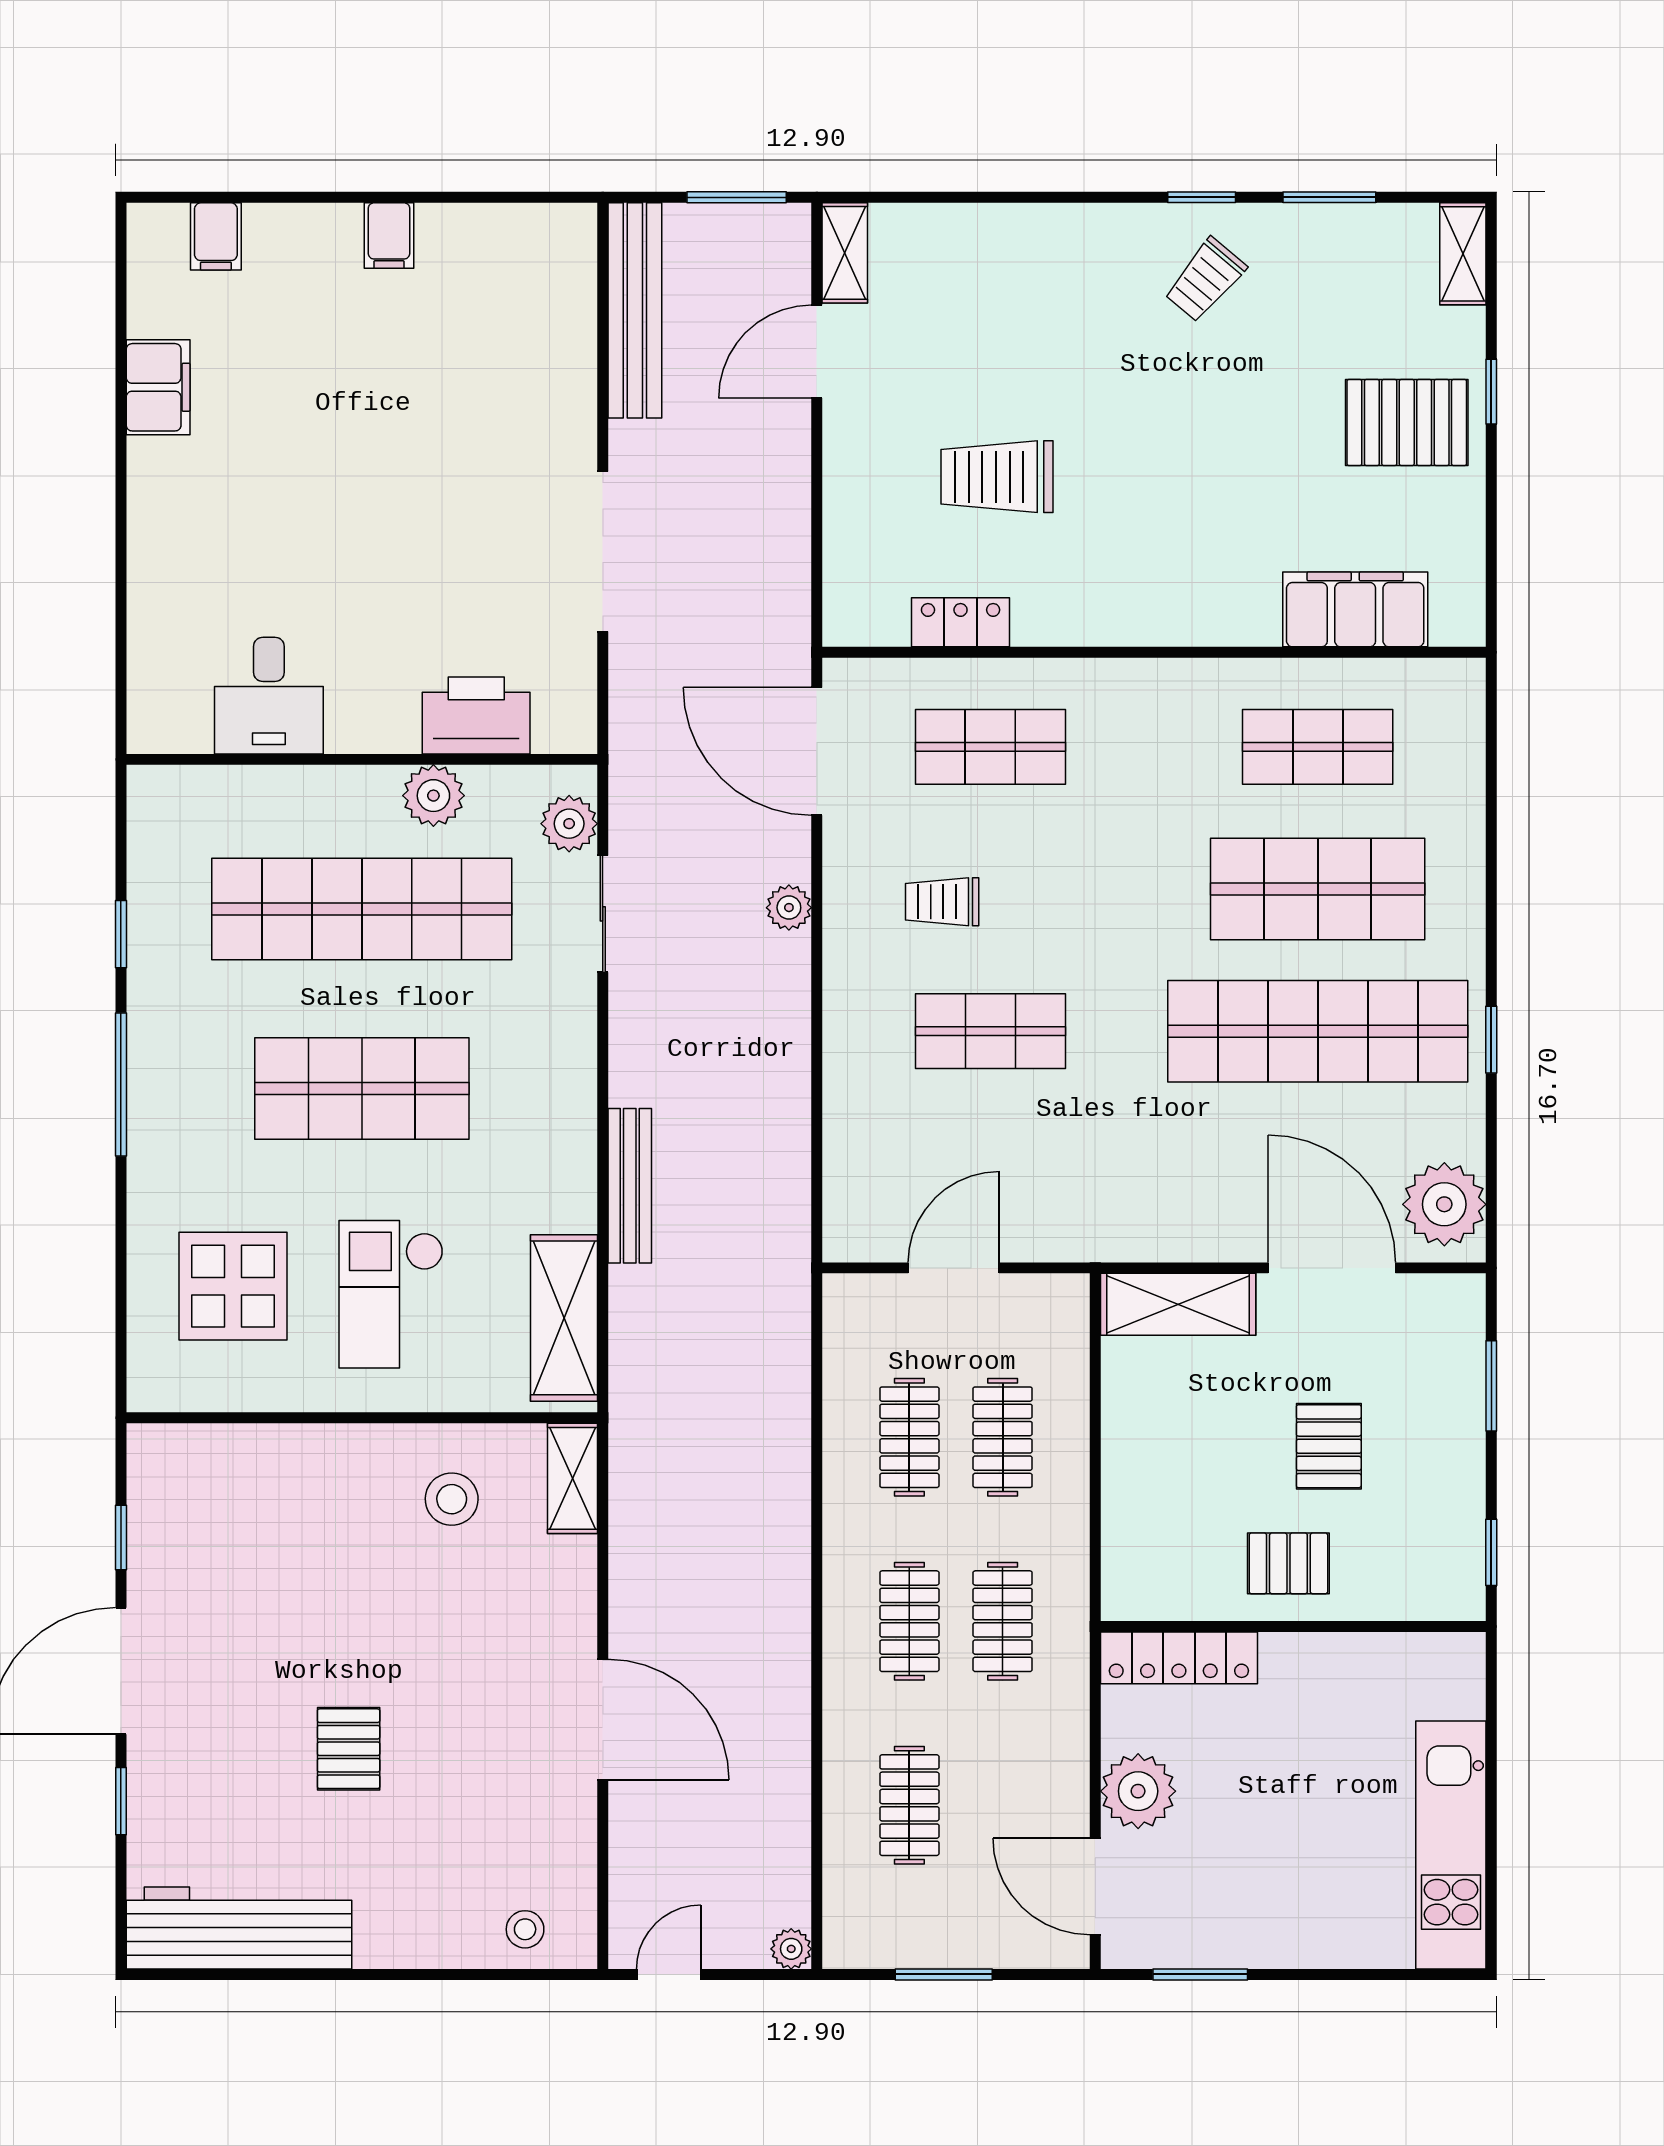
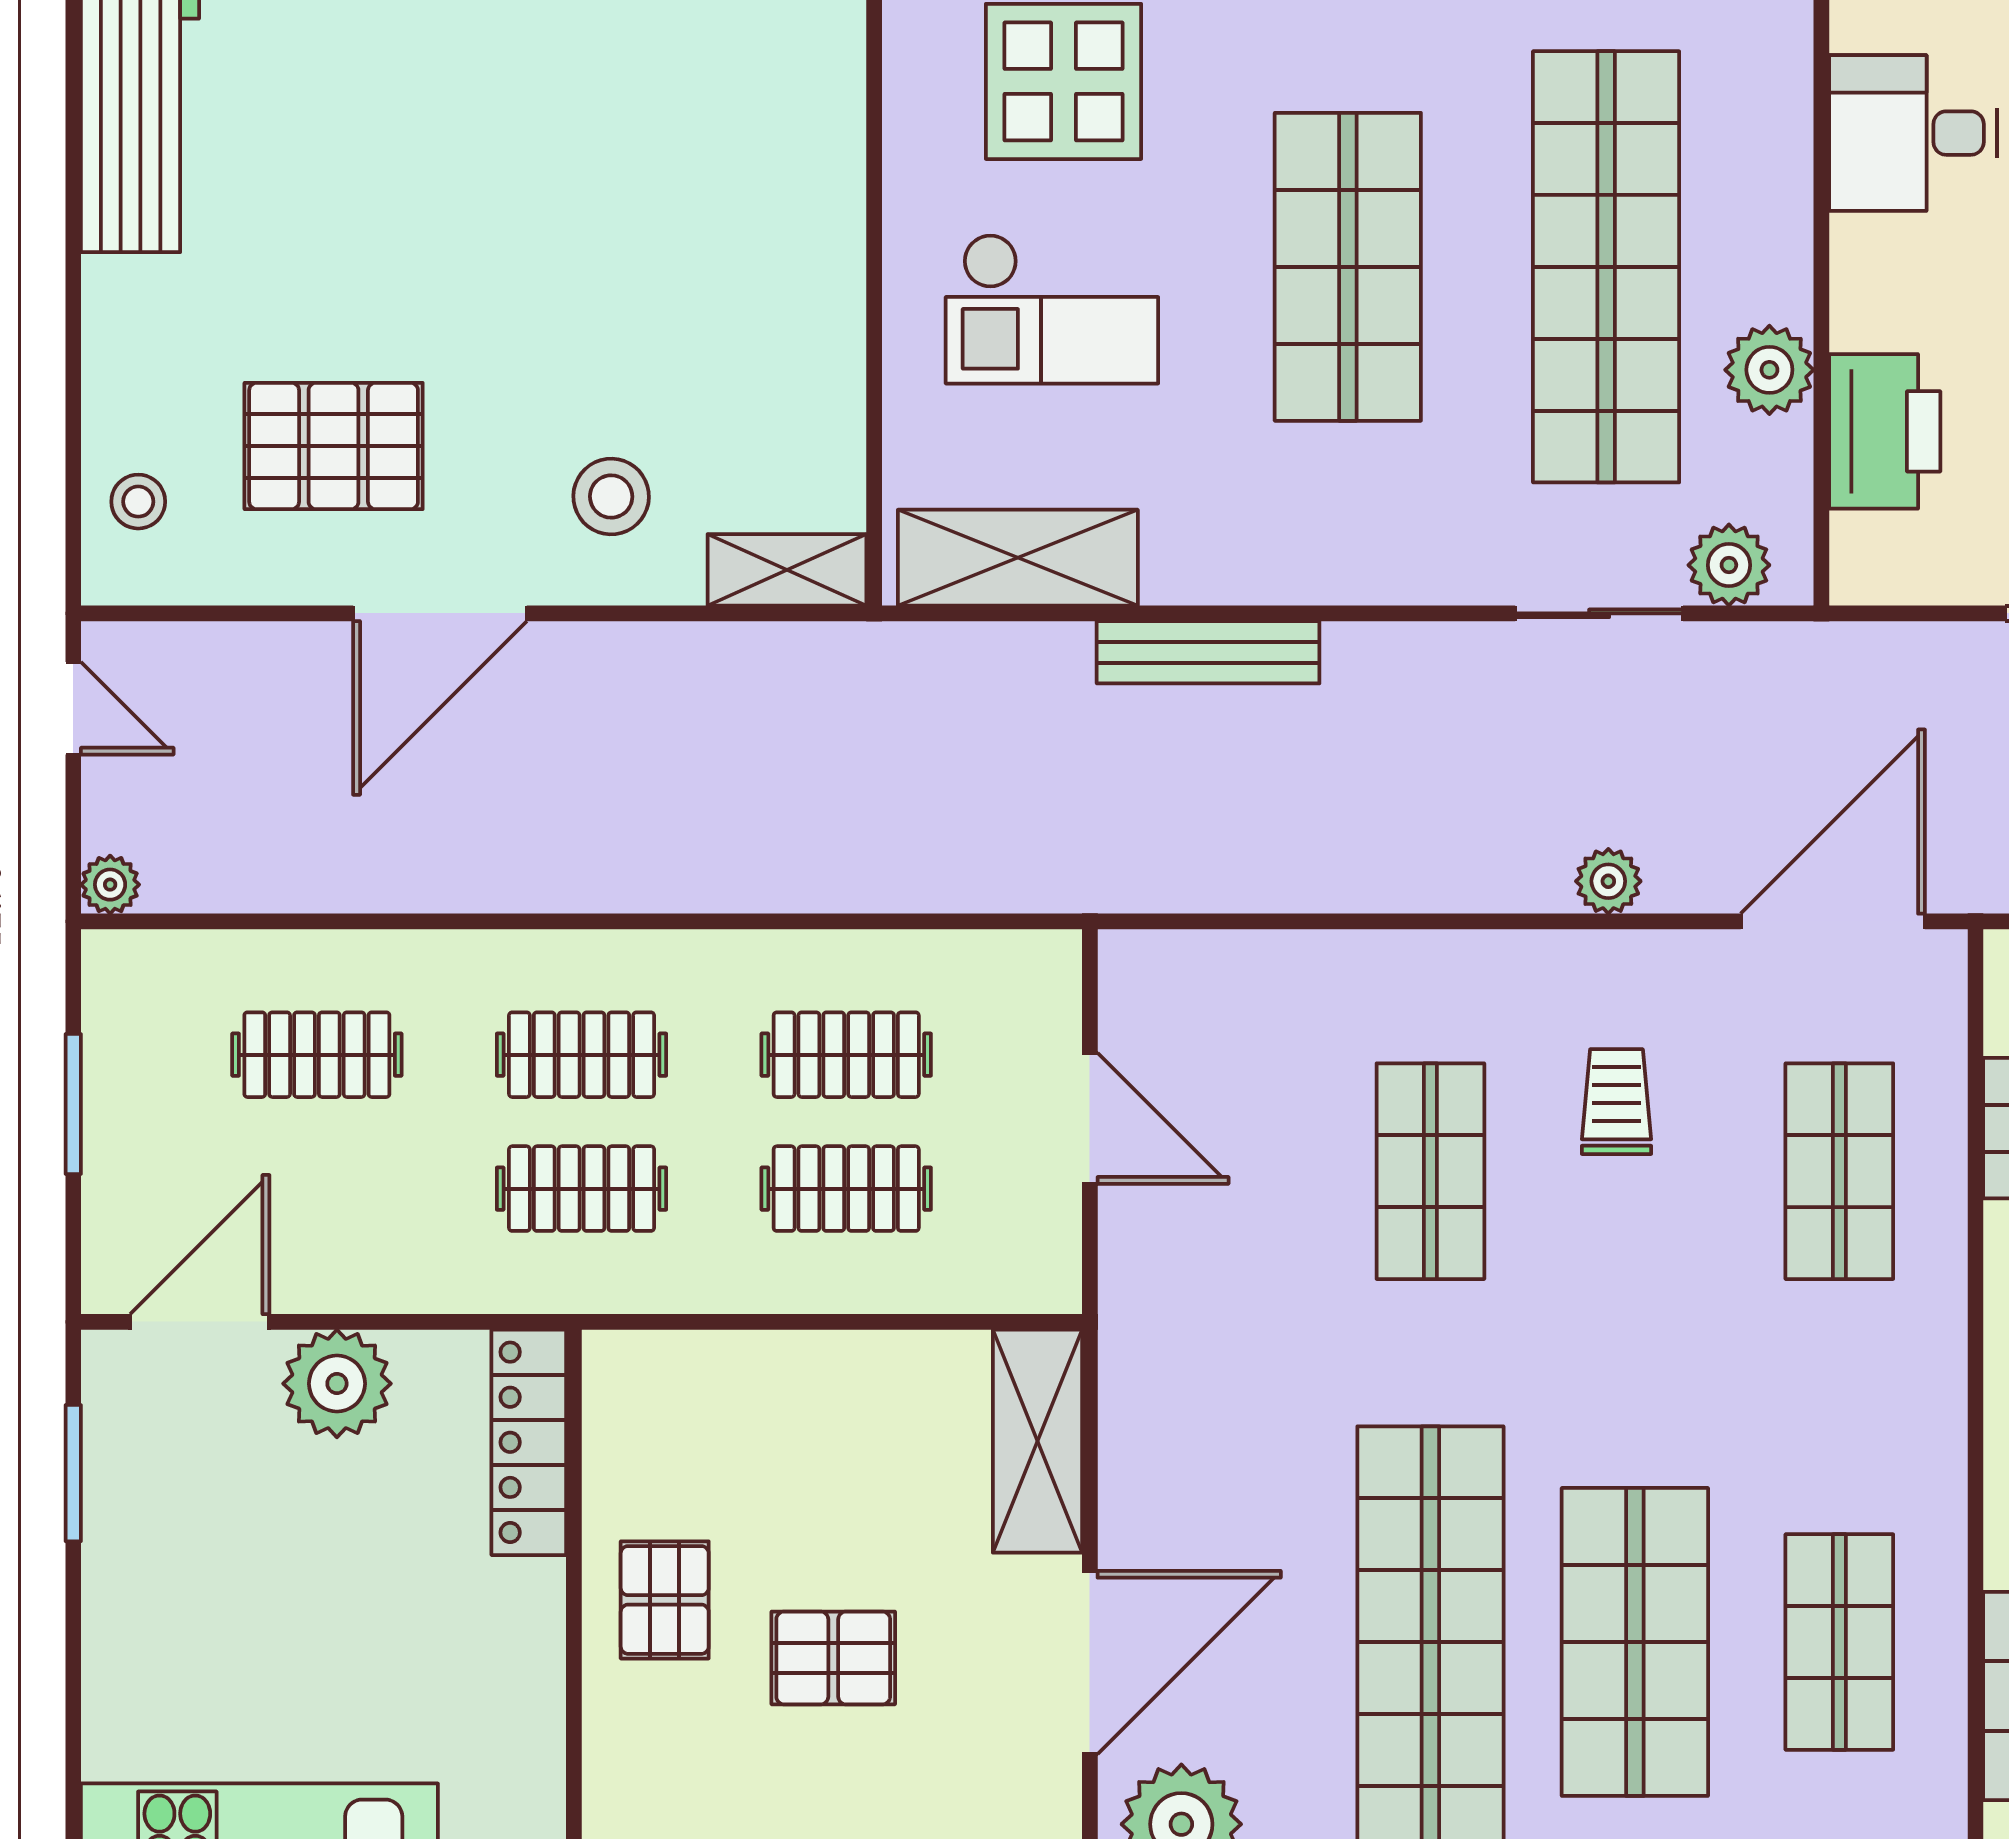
checkout: (391, 1294) -> (1052, 309), turned 180
stool: (452, 1499) -> (611, 497), moved
pallet: (349, 1749) -> (334, 446), moved, width x1.50, depth x1.42

